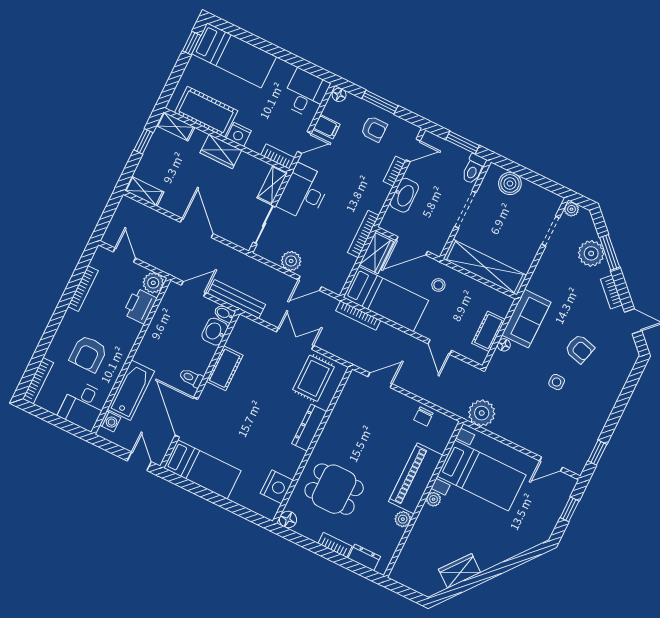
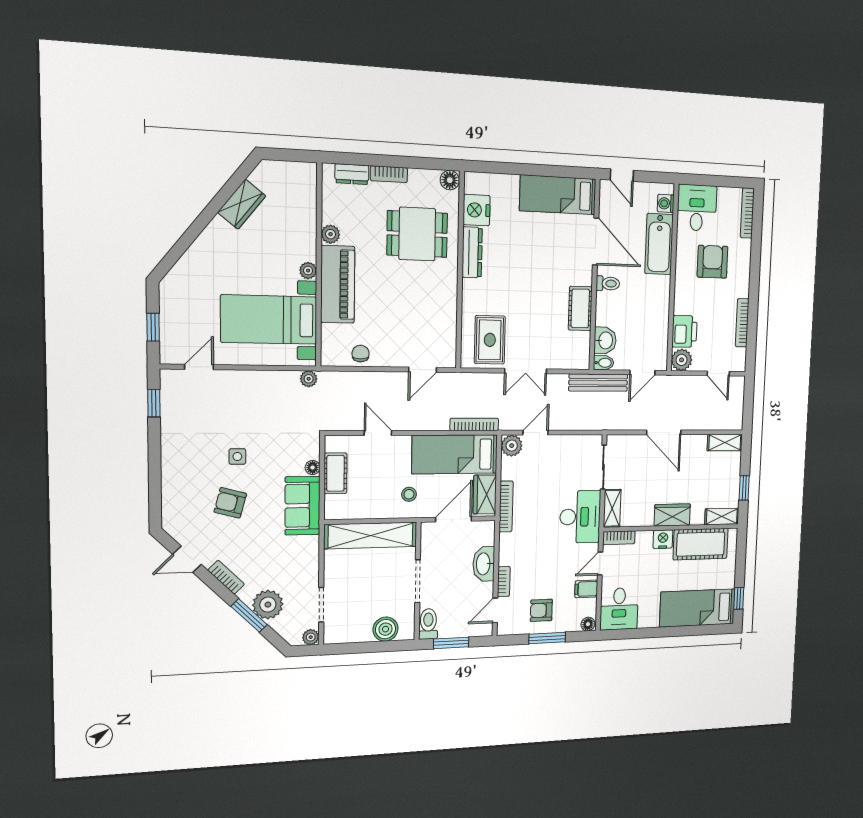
plant: (291, 261) -> (512, 446), moved
plant: (482, 413) -> (309, 379), width x0.53, depth x0.53
dresser: (309, 428) -> (472, 252), moved

